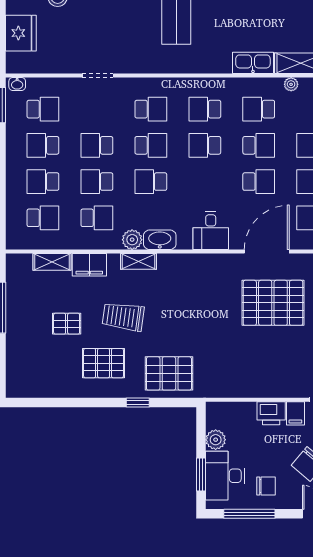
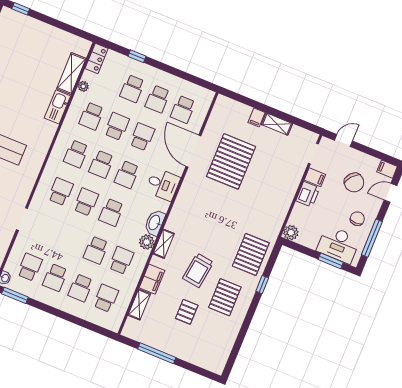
school desk: (97, 145) -> (127, 175), moved
plant: (216, 440) -> (291, 233), moved

